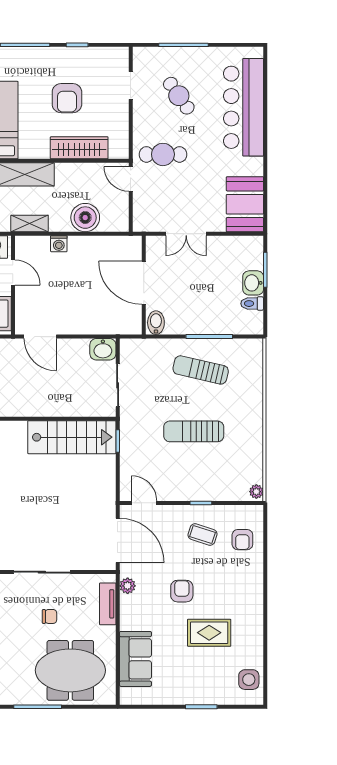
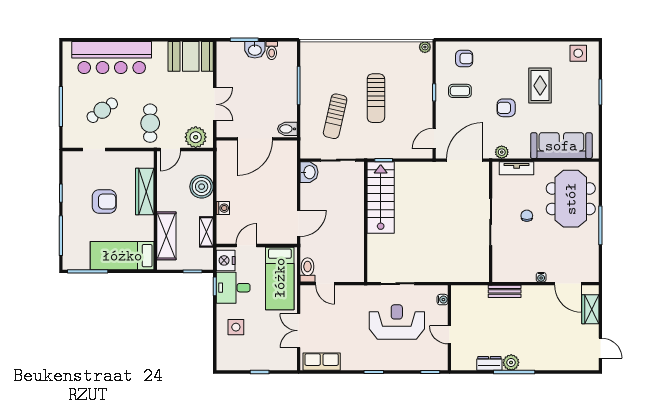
plant: (146, 210) -> (196, 137), added
sun lounger: (201, 370) -> (335, 116), moved
coffee table: (203, 534) -> (460, 91), turned 72
sofa: (135, 659) -> (561, 146), width x1.36

